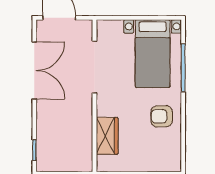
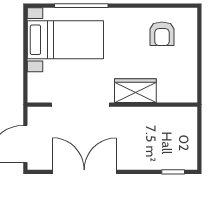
armchair: (162, 116) -> (162, 34), moved
wardrobe: (107, 136) -> (135, 91), moved

